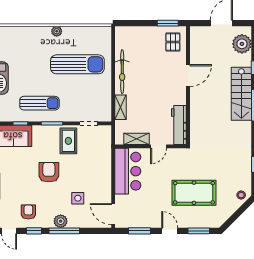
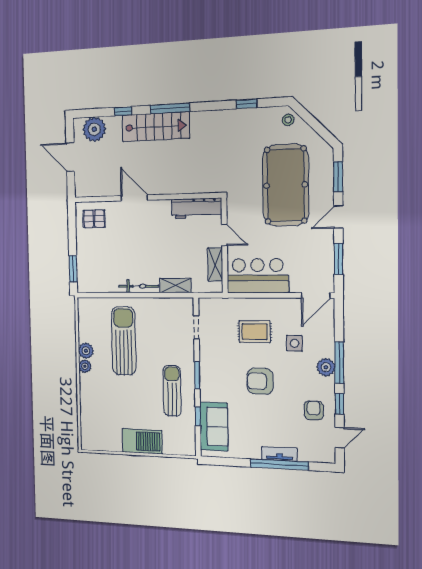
window: (168, 23) -> (73, 269), moved
plant: (69, 33) -> (86, 351), added
bicycle: (122, 72) -> (139, 286), width x0.73, depth x0.71
rug: (68, 141) -> (255, 332), moved
pool table: (194, 193) -> (286, 185), width x1.36, depth x1.32
armchair: (28, 212) -> (314, 410), turned 90

